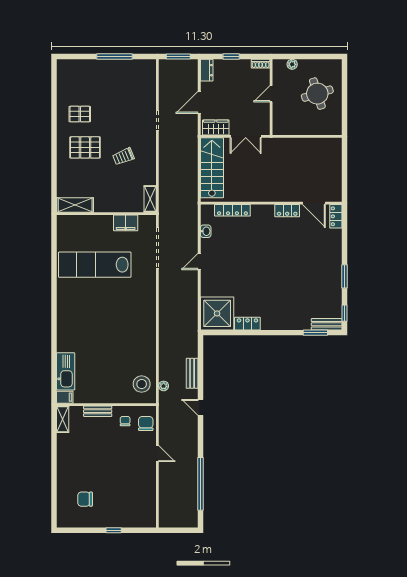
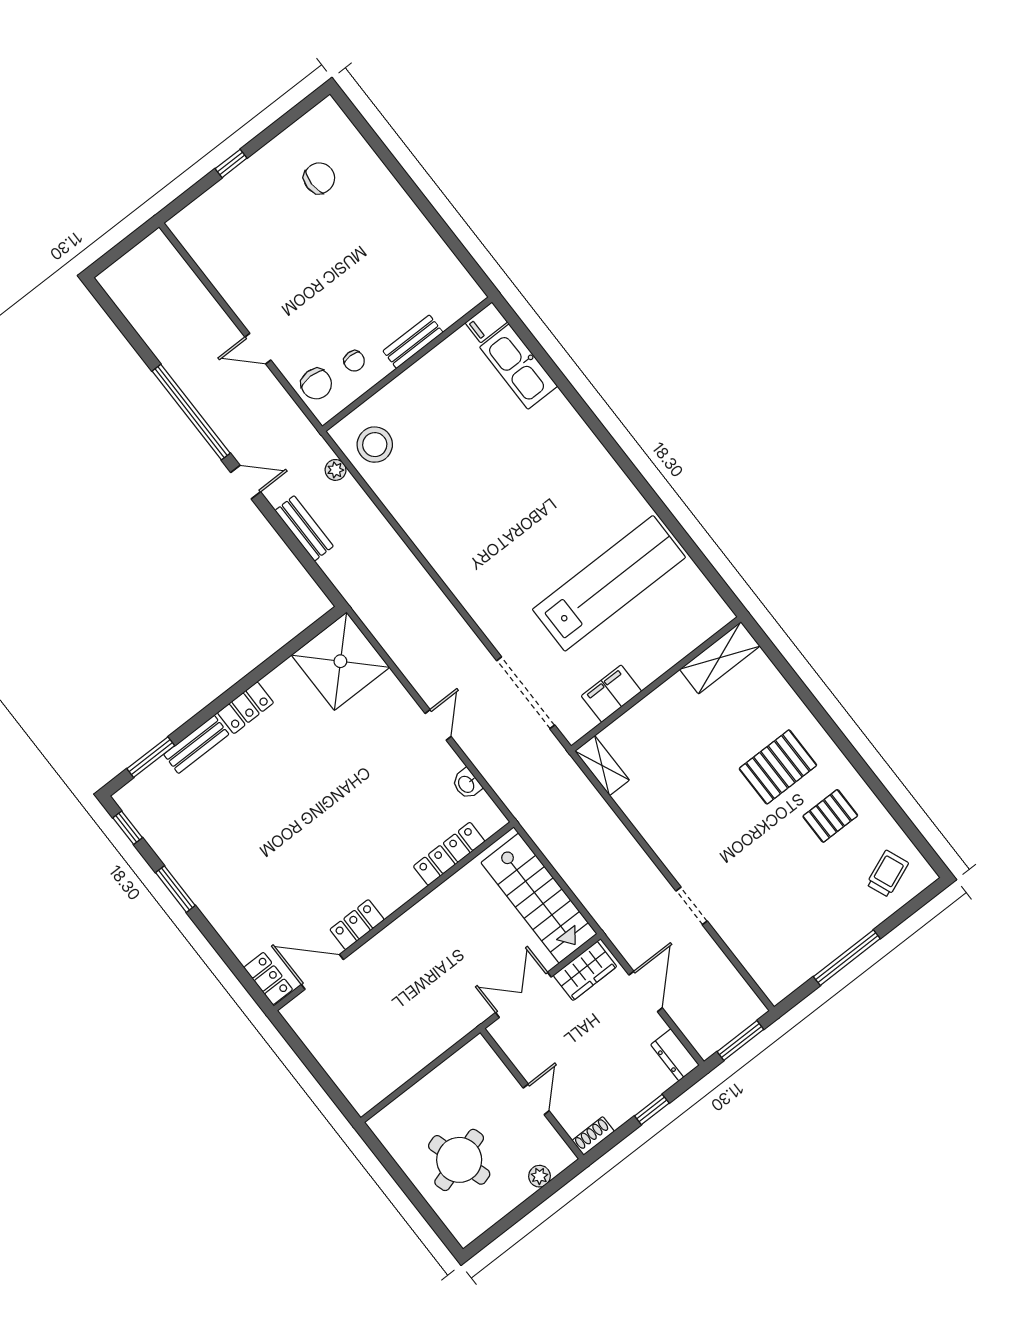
trolley: (123, 156) -> (887, 874), moved
locker: (247, 324) -> (246, 708), moved
bench: (327, 324) -> (196, 744), moved
shelving: (63, 419) -> (461, 283), removed
window: (201, 484) -> (191, 412), moved

